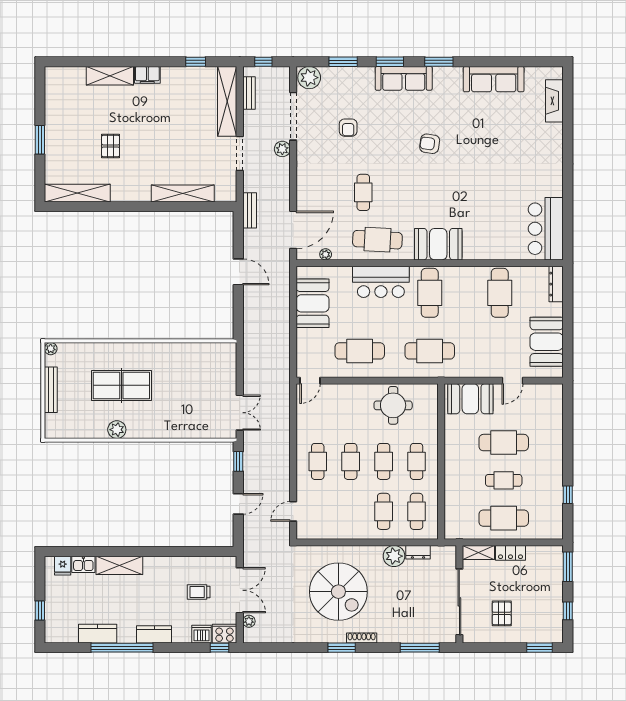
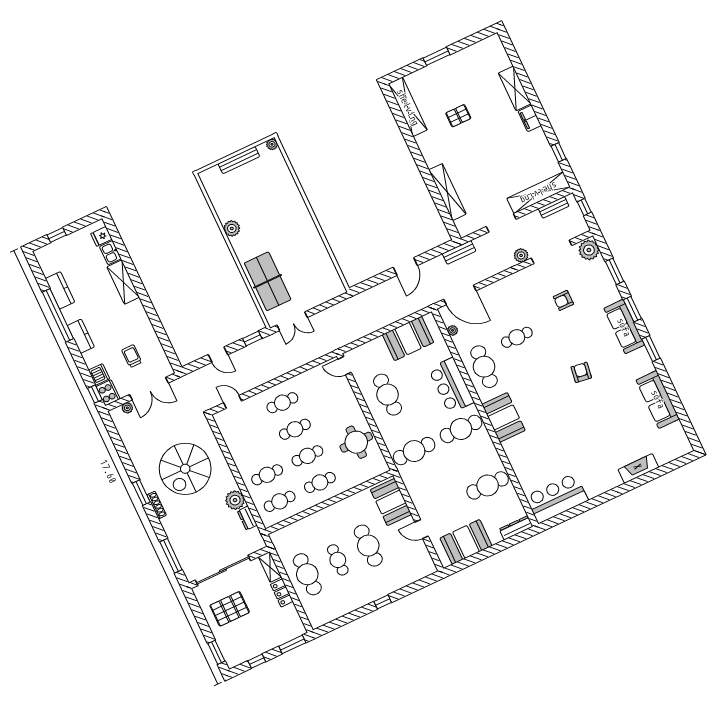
fireplace: (554, 101) -> (638, 468), moved
cafe table: (430, 351) -> (414, 451), turned 90
table tennis table: (121, 385) -> (268, 281), moved
window: (568, 495) -> (383, 602), moved
pallet: (502, 613) -> (230, 609), width x1.50, depth x1.42

